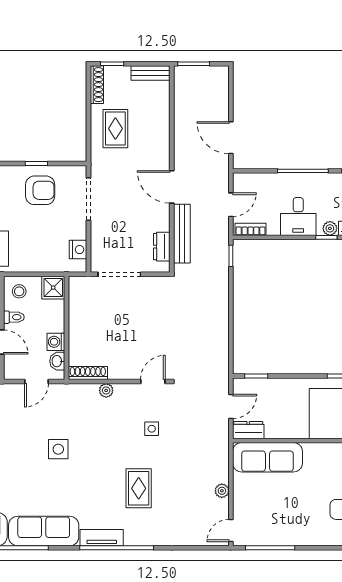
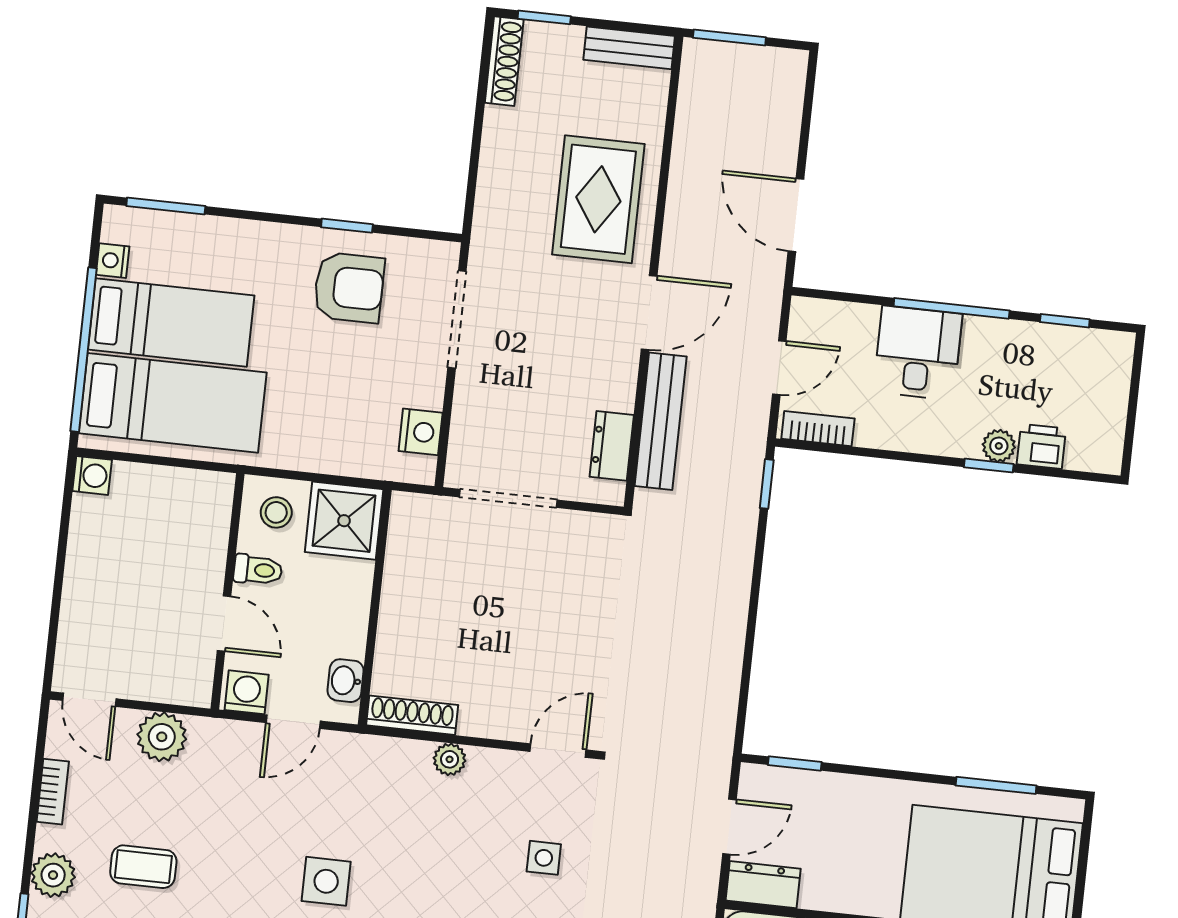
rug: (115, 129) -> (598, 199), moved, width x1.36, depth x1.43
door: (172, 187) -> (649, 313), swing flipped
desk: (298, 216) -> (918, 353), moved, turned 180
shower: (53, 288) -> (344, 521), width x1.36, depth x1.36
washing machine: (56, 342) -> (247, 692), moved, turned 90

